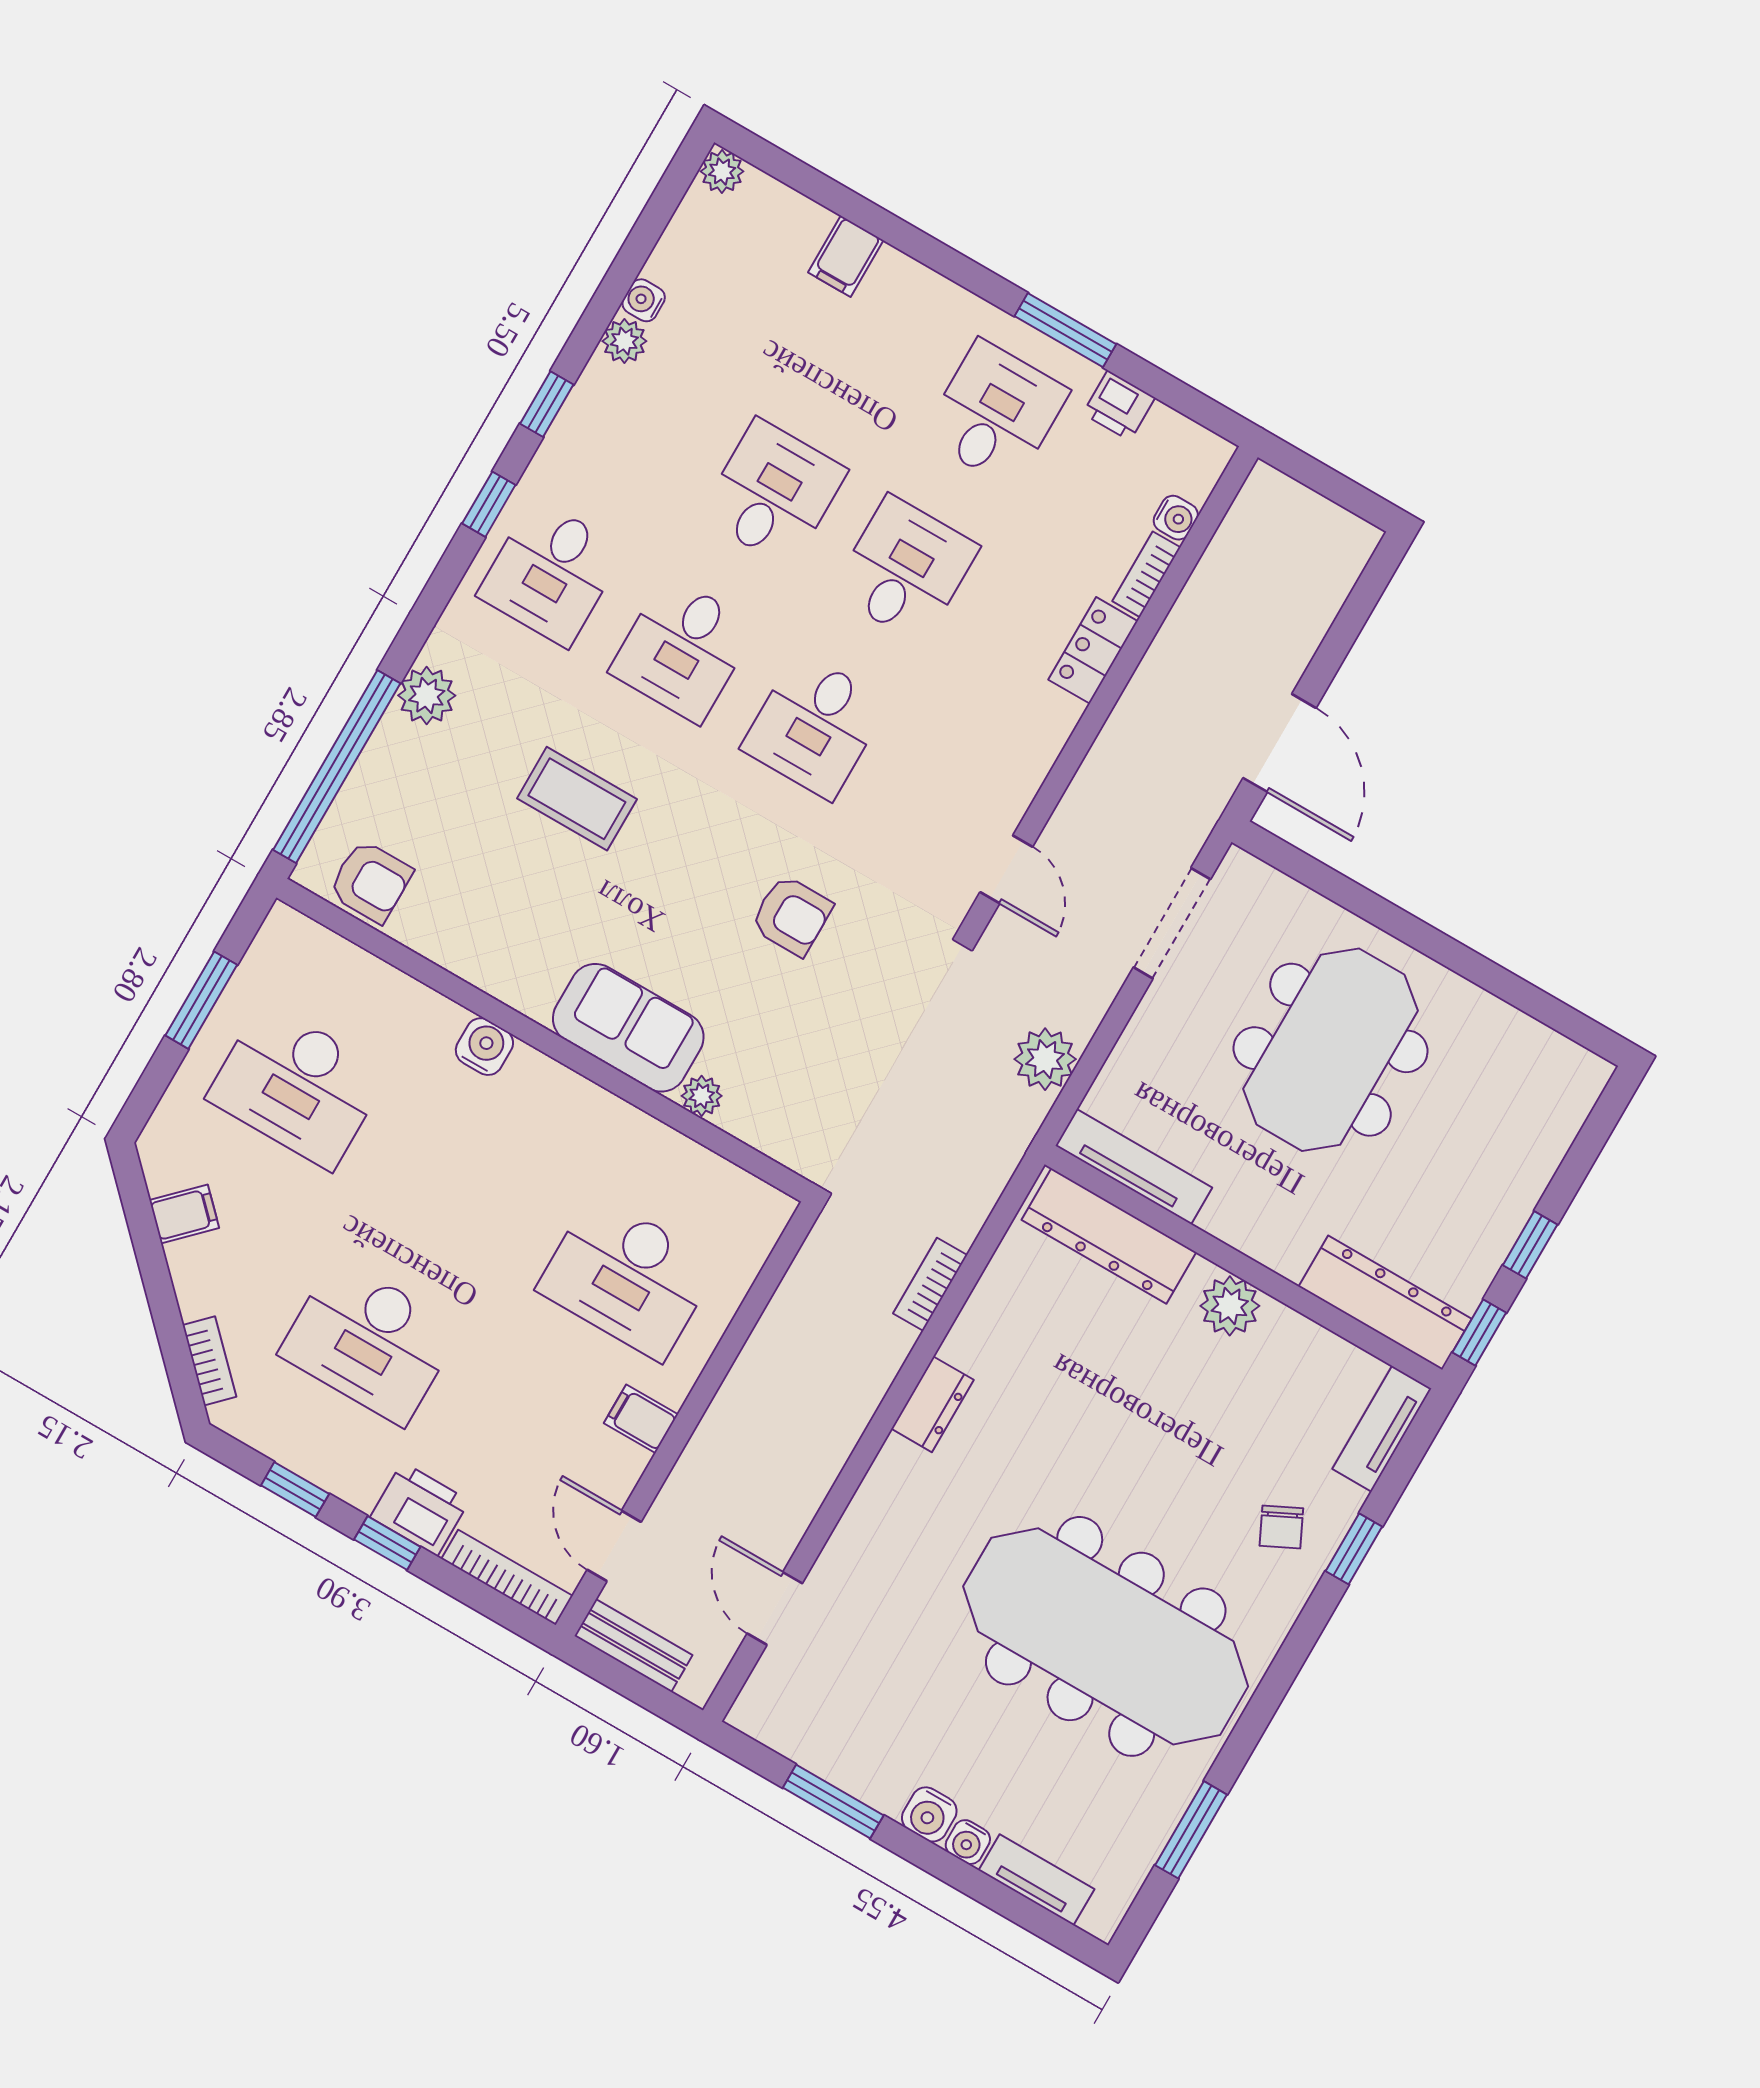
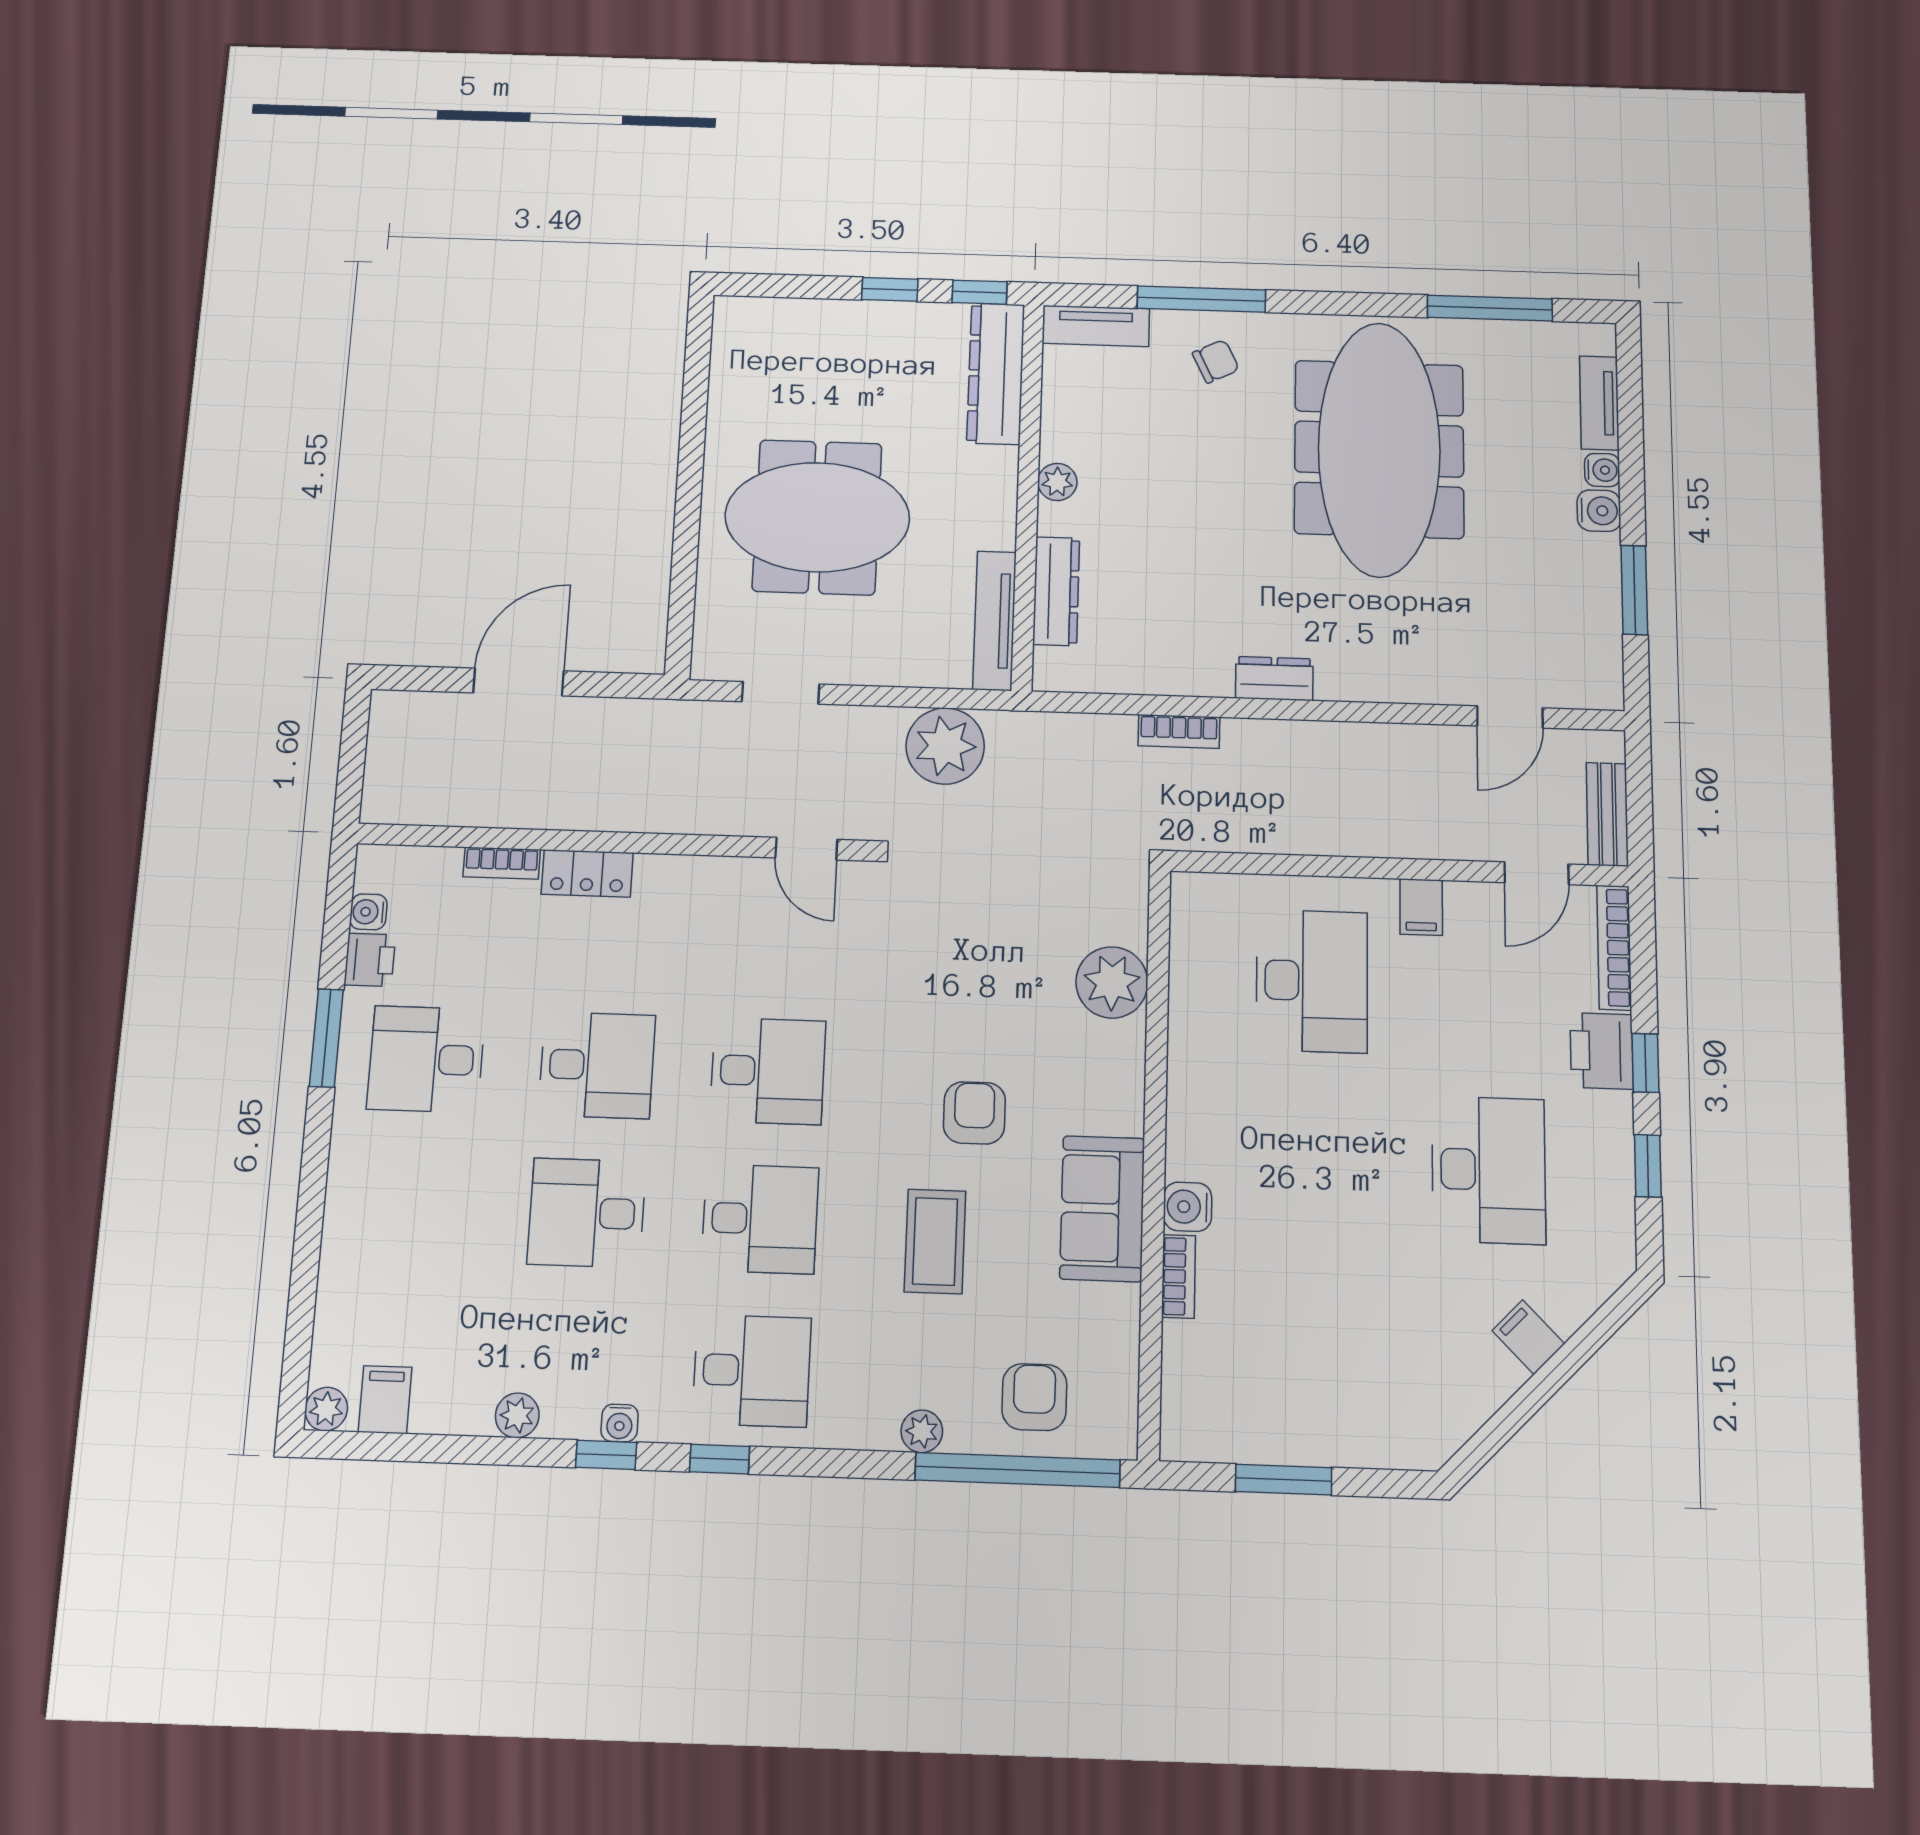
filing cabinet: (846, 256) -> (385, 1400), moved, turned -90
water cooler: (644, 300) -> (620, 1423), moved
water cooler: (1176, 518) -> (368, 912), moved, turned -90
desk: (905, 570) -> (597, 1065), turned 180
plant: (427, 696) -> (922, 1431), width x0.73, depth x0.73
door: (1280, 743) -> (519, 682), moved
door: (1006, 869) -> (806, 849), swing flipped
armchair: (371, 882) -> (1034, 1397), moved
armchair: (792, 915) -> (974, 1113), moved
doorway: (1172, 923) -> (781, 693), width x0.73
sofa: (628, 1028) -> (1102, 1209), moved
plant: (1045, 1059) -> (945, 746), width x1.36, depth x1.36
desk: (297, 1086) -> (1310, 1352), removed
plant: (702, 1096) -> (1112, 982), width x1.88, depth x1.88
filing cabinet: (184, 1214) -> (1528, 1337), moved
dresser: (1109, 1236) -> (1056, 591), width x0.73, depth x0.80
plant: (1230, 1306) -> (1057, 482), width x0.73, depth x0.73
bookcase: (209, 1361) -> (1179, 1276), moved, turned 135
window: (1354, 1549) -> (1201, 299), width x2.17
window: (1191, 1830) -> (1490, 308), width x1.44

